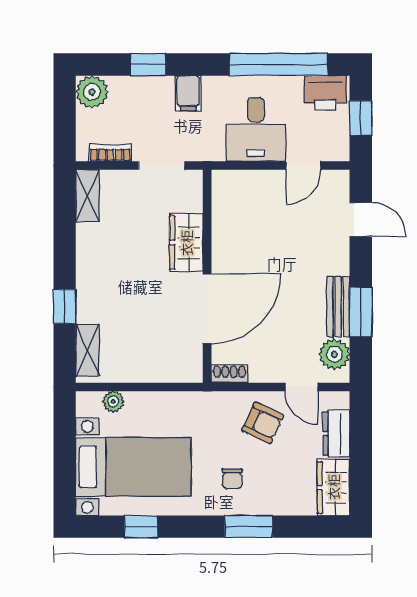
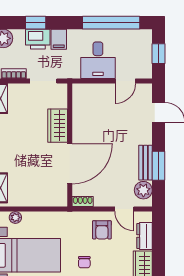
printer: (325, 93) -> (38, 39), moved
armchair: (263, 423) -> (102, 230), turned 65

